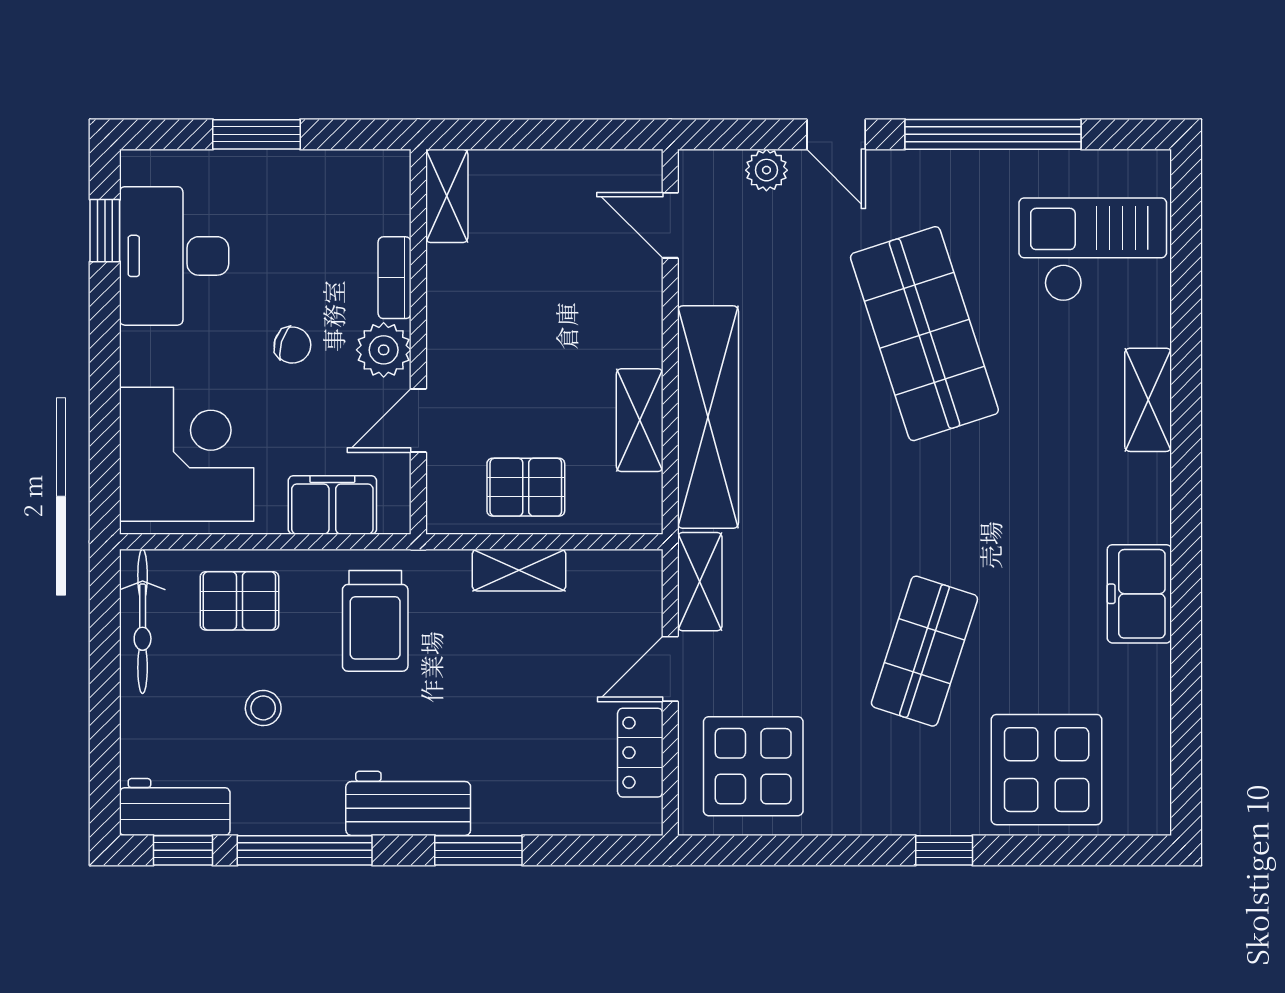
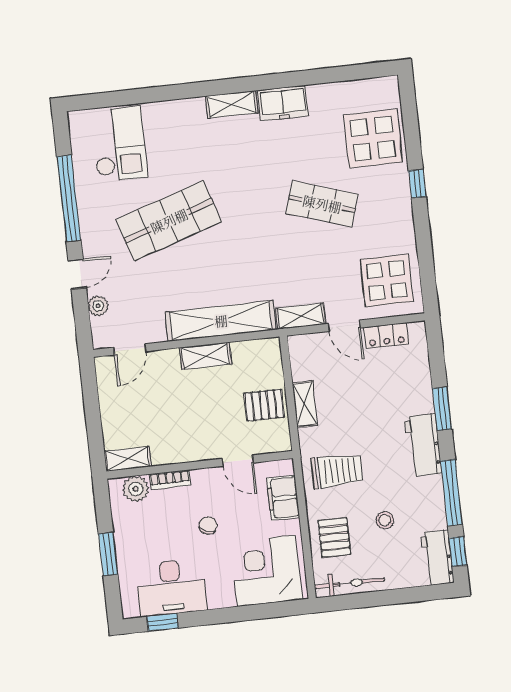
checkout: (1093, 250) -> (119, 144), turned 180
plant: (384, 350) -> (136, 489), moved
shelving: (1148, 400) -> (232, 104), moved
shelving: (640, 420) -> (206, 356), moved
pallet: (526, 487) -> (264, 405), turned 90

